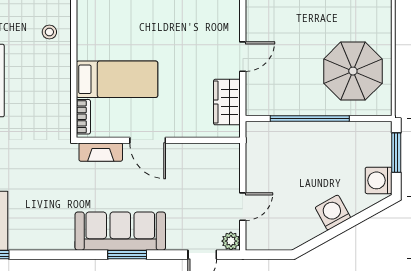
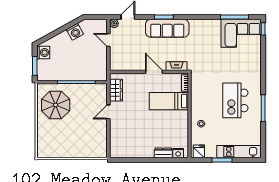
door: (243, 207) -> (108, 40), hinge flipped
washing machine: (333, 213) -> (75, 32), moved

